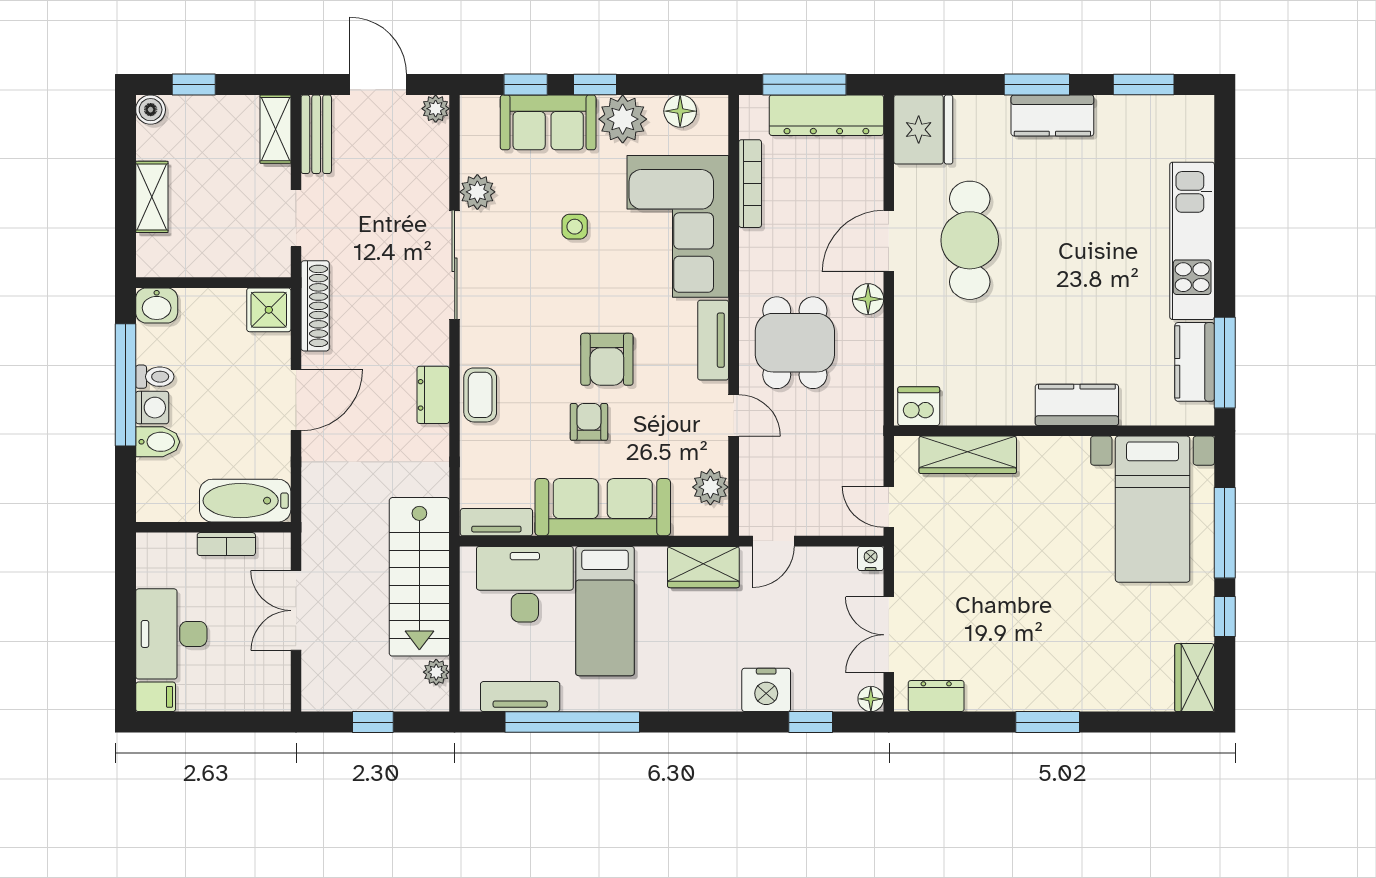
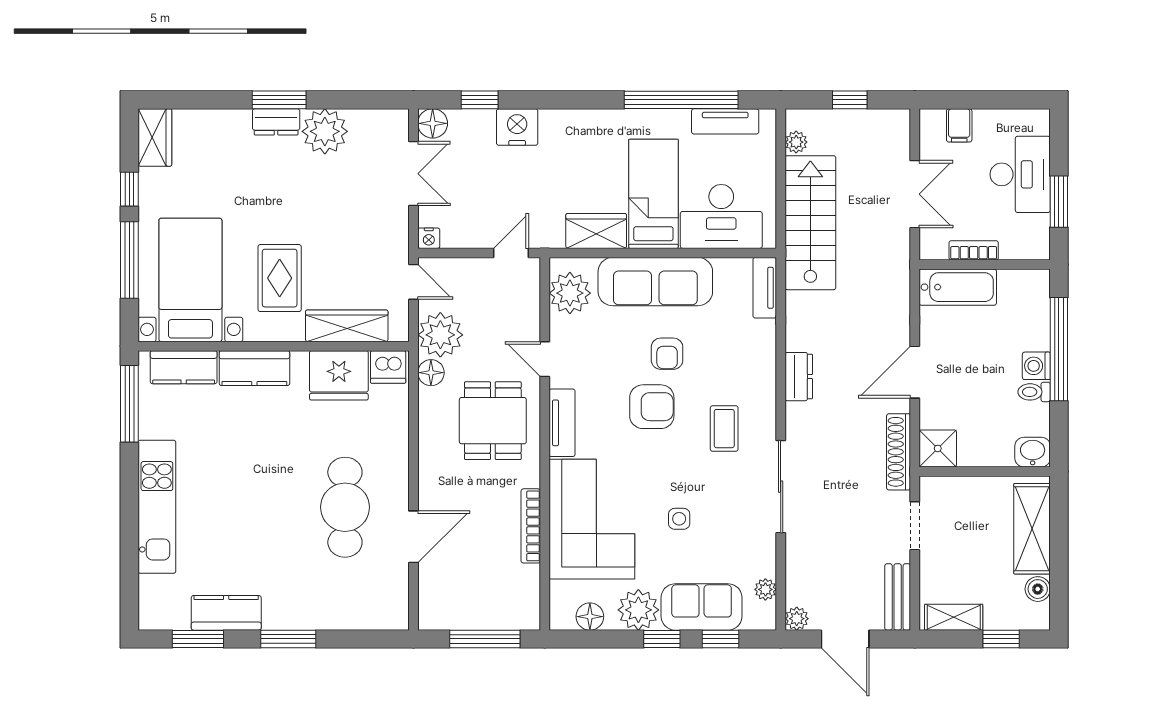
boiler: (151, 110) -> (1038, 589), moved
dresser: (826, 115) -> (466, 613), removed
kitchen counter: (1052, 115) -> (226, 613), moved
shelving: (275, 129) -> (954, 617), moved, turned 90
fridge: (923, 130) -> (339, 375), moved, turned -90
bookcase: (750, 184) -> (531, 526), moved
plant: (477, 192) -> (765, 589), moved, width x0.73, depth x0.73
shelving: (152, 197) -> (1032, 529), width x1.50, depth x1.33
door: (889, 241) -> (414, 537), moved
floor lamp: (868, 299) -> (431, 373), moved
armchair: (607, 359) -> (652, 407), turned 90
kitchen counter: (1195, 362) -> (184, 367), moved, turned 90
window: (125, 385) -> (1059, 349), moved
coffee table: (480, 395) -> (724, 429), moved
bidet: (158, 442) -> (1032, 337), removed
plant: (857, 444) -> (440, 335), added
plant: (710, 487) -> (570, 293), width x1.36, depth x1.36
rug: (1047, 511) -> (280, 278), added
tv unit: (496, 522) -> (765, 288), moved, turned 90
wardrobe: (703, 567) -> (596, 231), moved
window: (125, 602) -> (1059, 202), added
plant: (994, 685) -> (325, 131), added
dresser: (936, 696) -> (276, 122), moved
filing cabinet: (156, 697) -> (959, 125), moved, turned -90
floor lamp: (871, 699) -> (433, 123), width x1.37, depth x1.37

